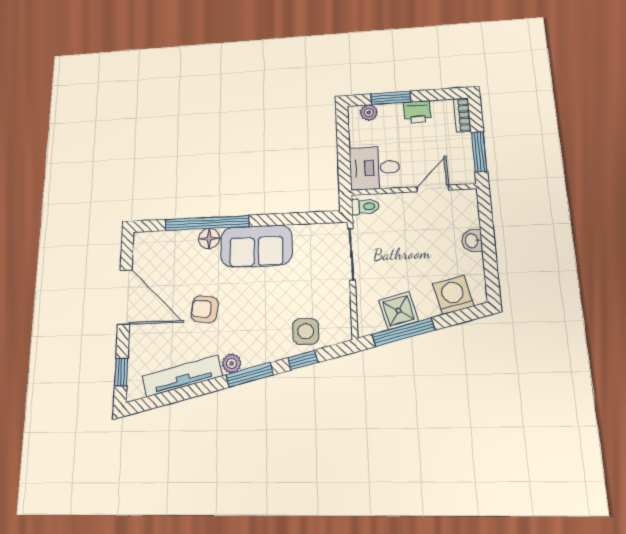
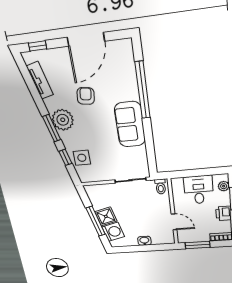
desk: (374, 168) -> (199, 190), moved
floor lamp: (209, 239) -> (132, 93), removed
shower: (398, 311) -> (106, 216), moved
window: (403, 332) -> (96, 221), moved
plant: (232, 363) -> (63, 120), width x1.88, depth x1.88
tv unit: (182, 376) -> (40, 80), width x0.71

